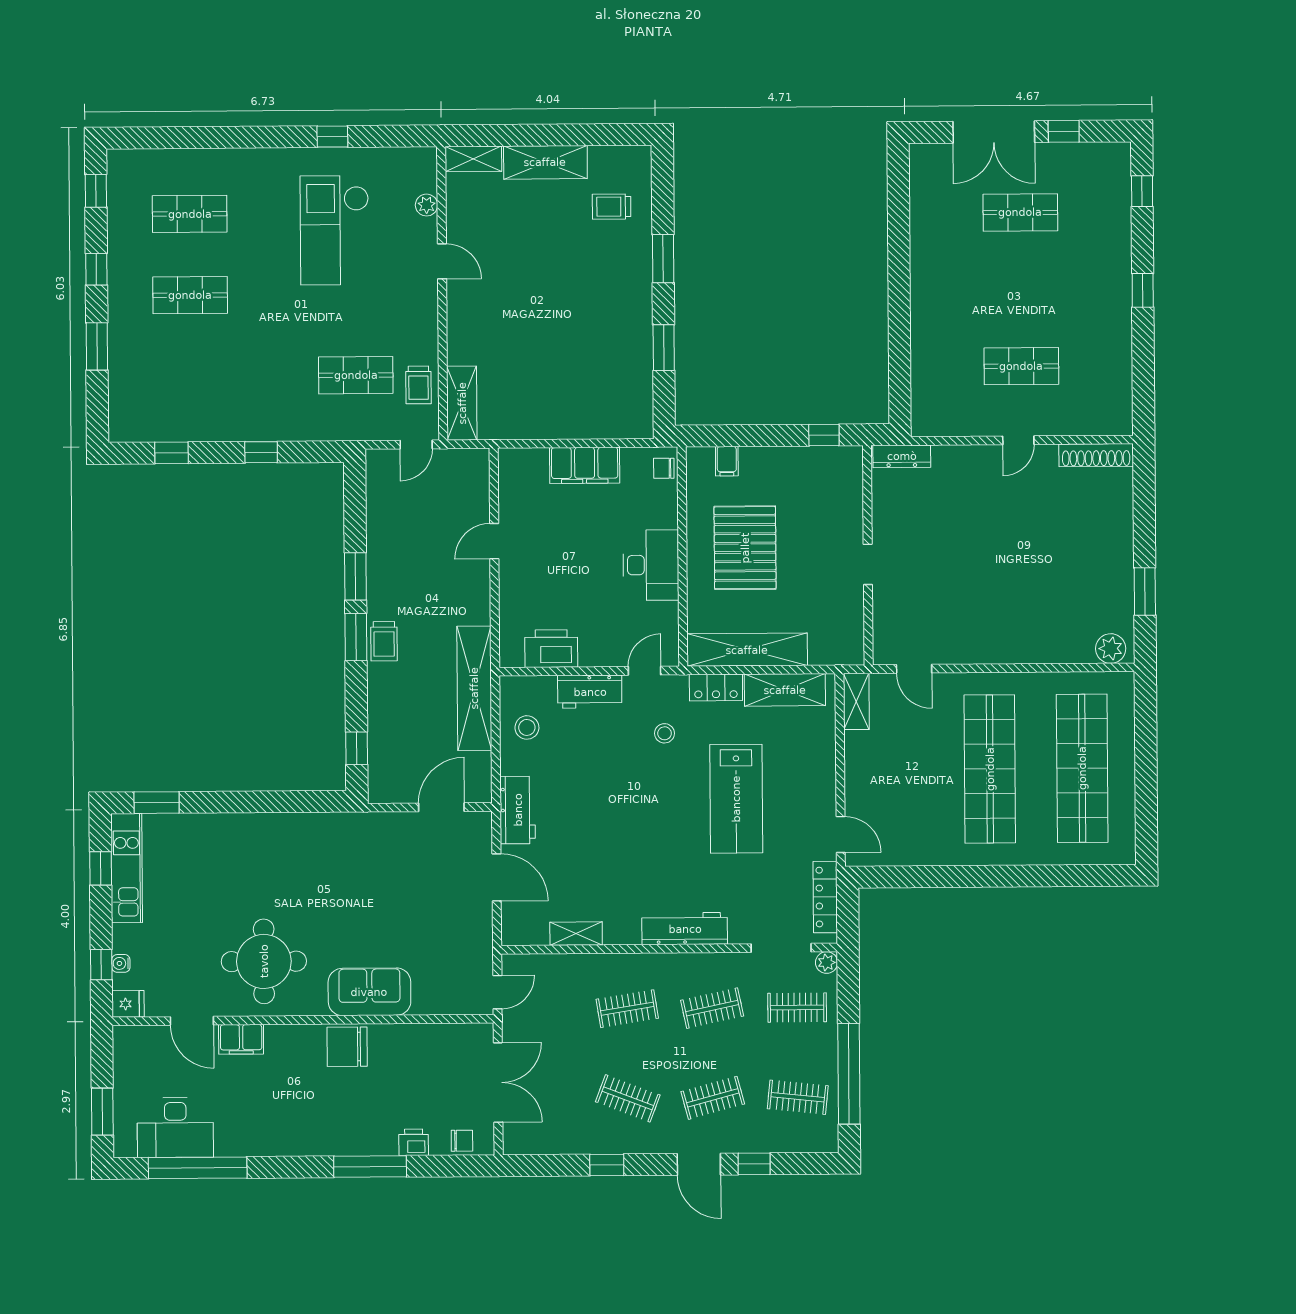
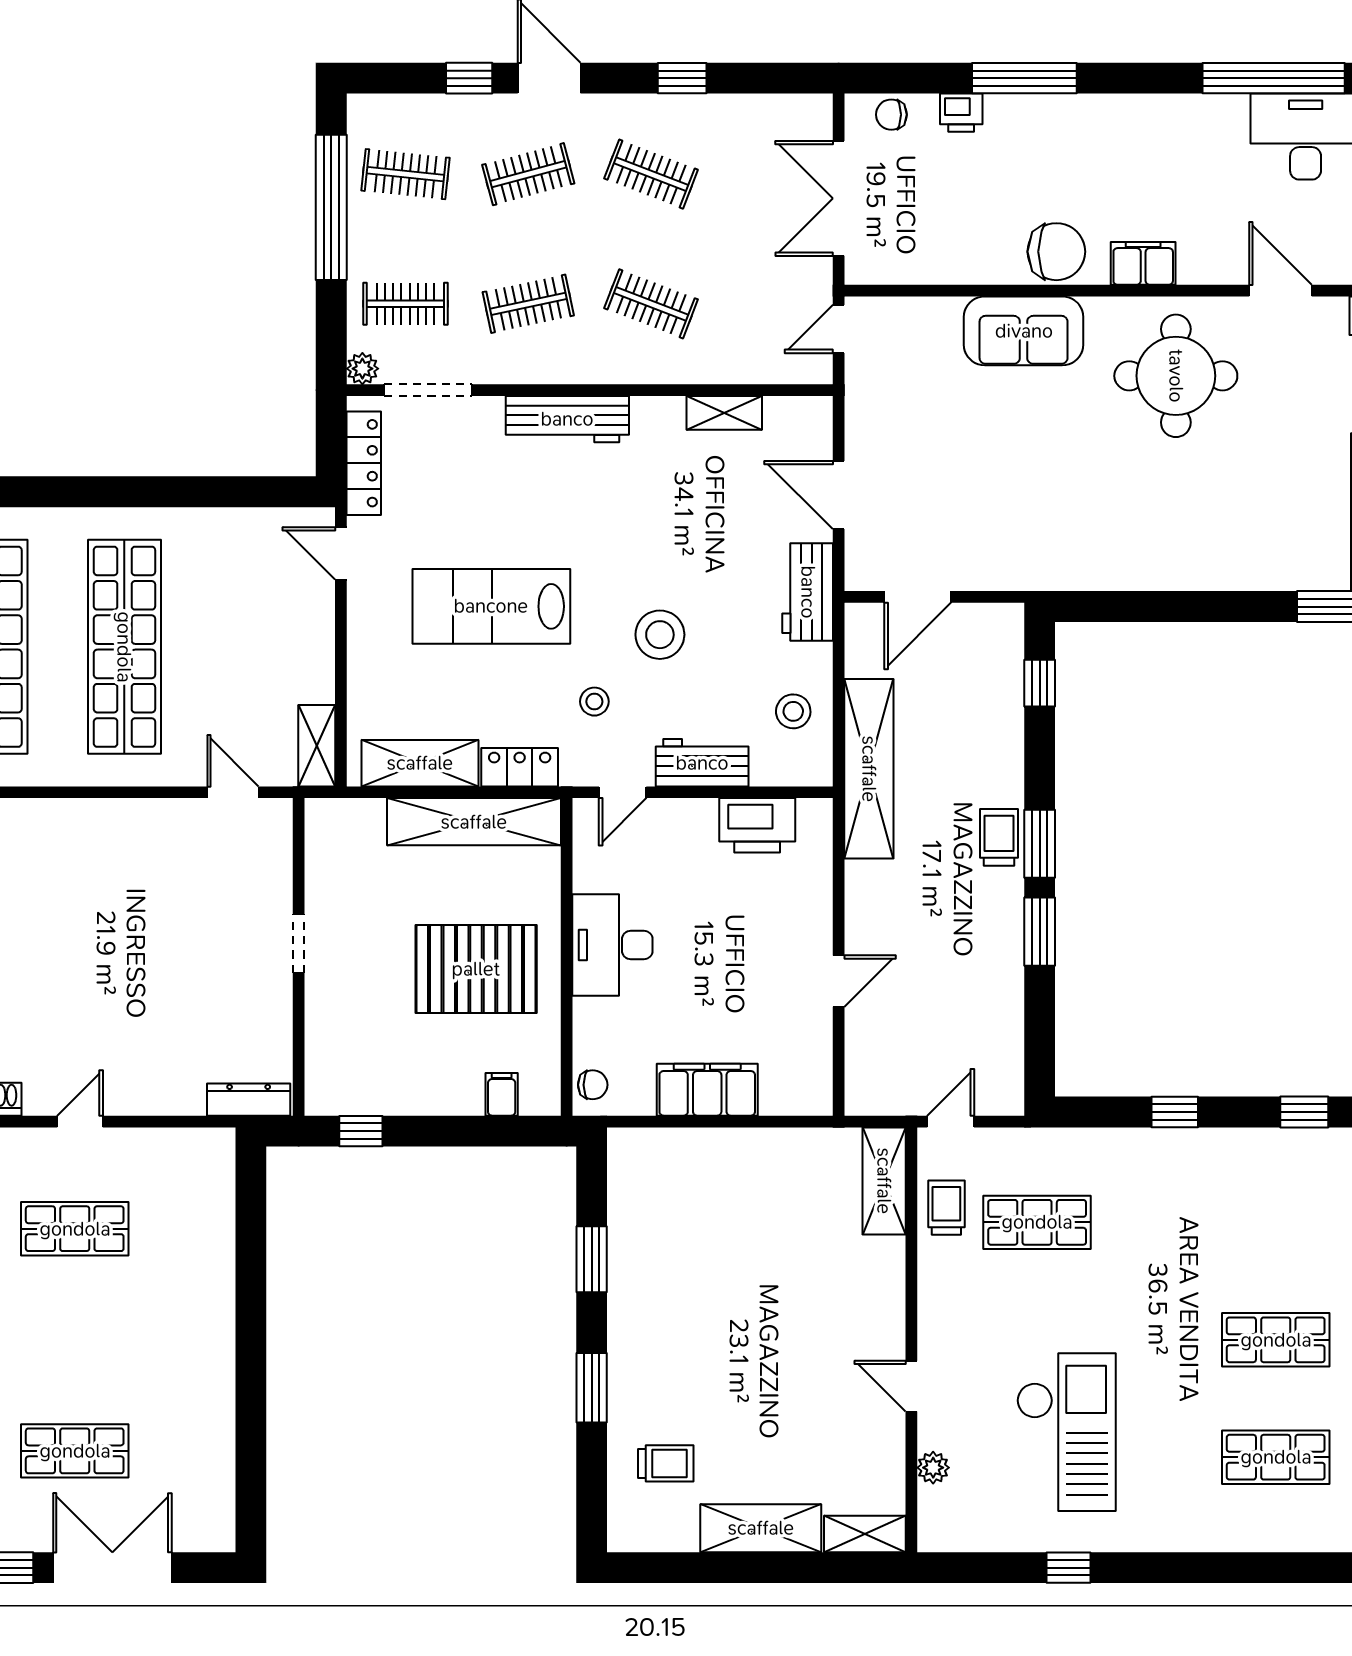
pallet: (745, 548) -> (476, 969), turned 90
stool: (619, 780) -> (660, 635), added
lab bench: (736, 799) -> (491, 606), turned -90
clothes rail: (627, 1009) -> (651, 304), turned 30
filing cabinet: (241, 1039) -> (1143, 263), moved

